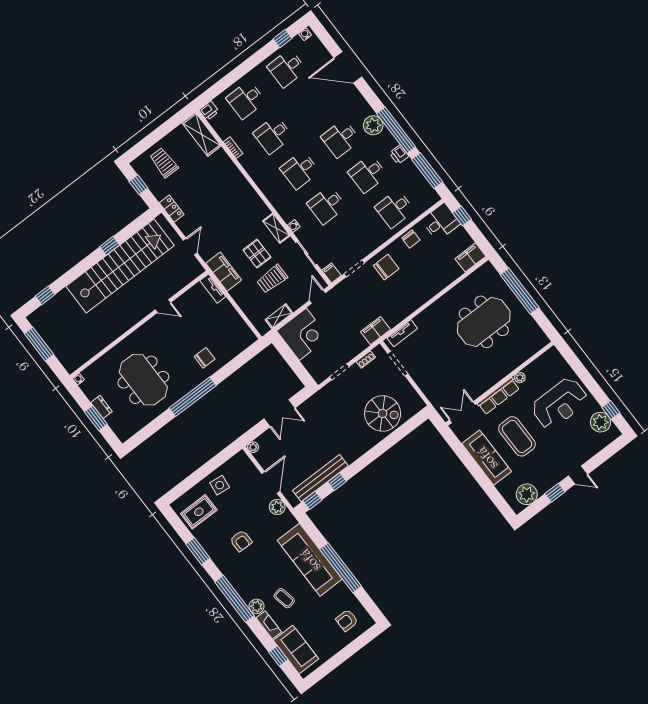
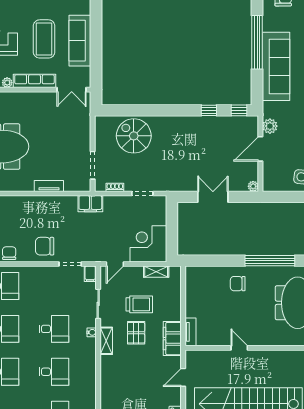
tv unit: (402, 333) -> (49, 186), moved
bench: (320, 478) -> (220, 123), removed

